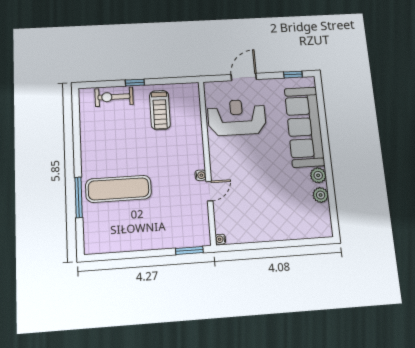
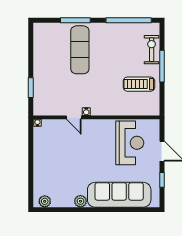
window: (293, 75) -> (162, 180), moved
window: (135, 83) -> (162, 66), width x2.17
window: (76, 128) -> (129, 20), added
plant: (321, 195) -> (45, 201), moved
window: (189, 251) -> (31, 88), moved

